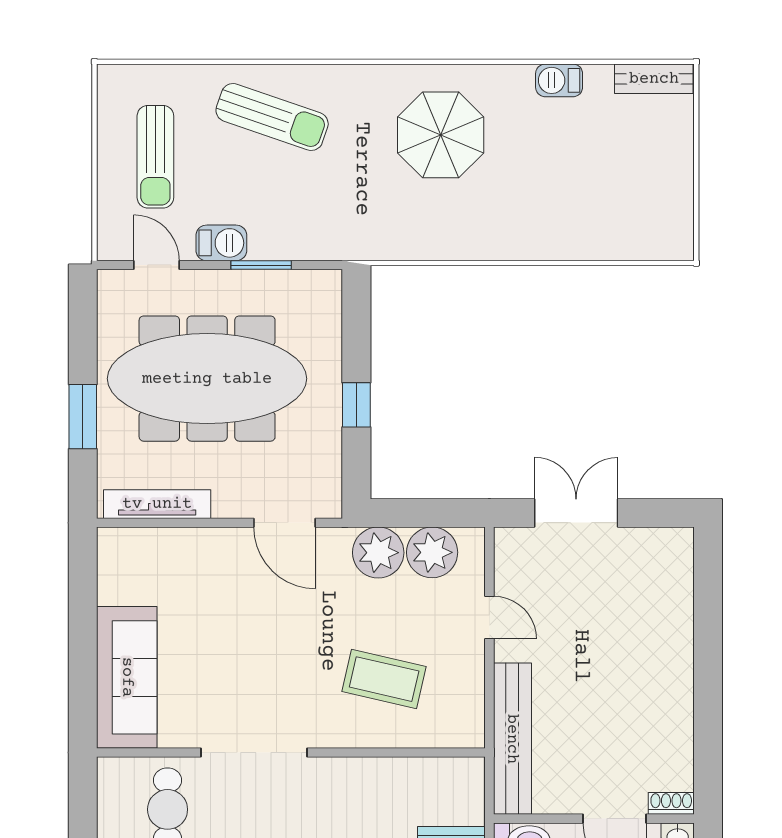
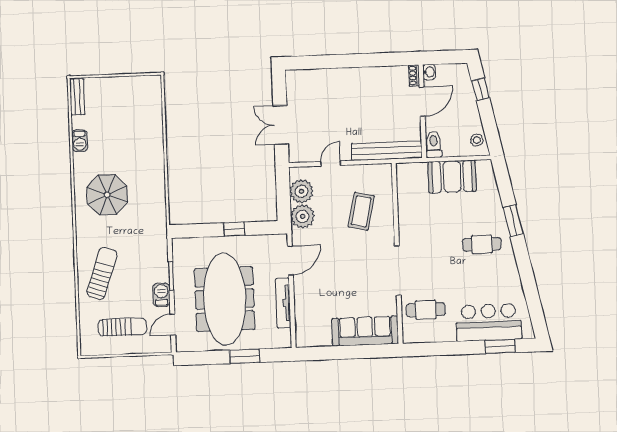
tv unit: (157, 504) -> (283, 303), moved

